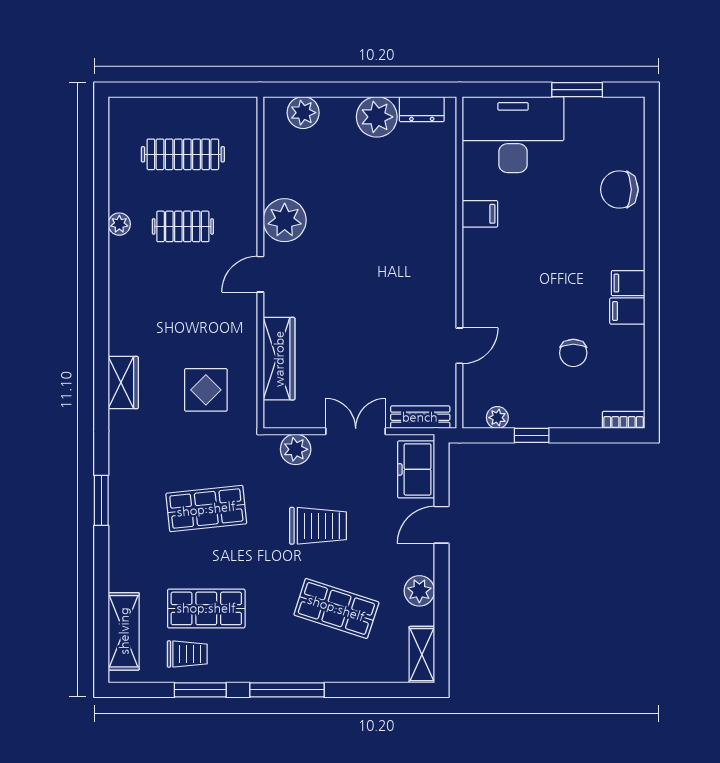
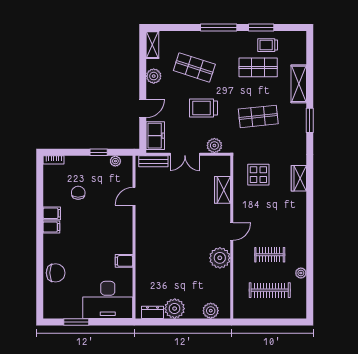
plant: (119, 224) -> (301, 273), moved
wardrobe: (279, 359) -> (223, 190), width x0.67
shelving: (124, 631) -> (299, 84), moved

